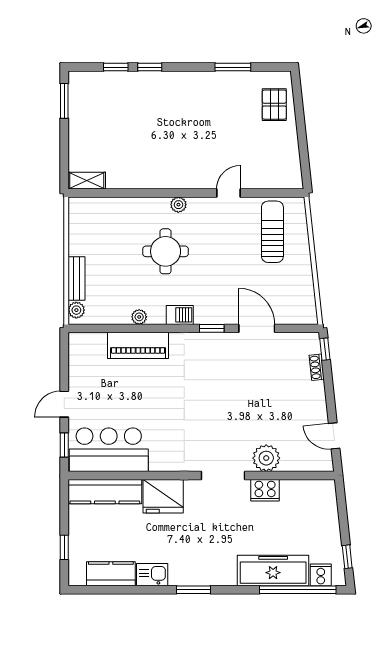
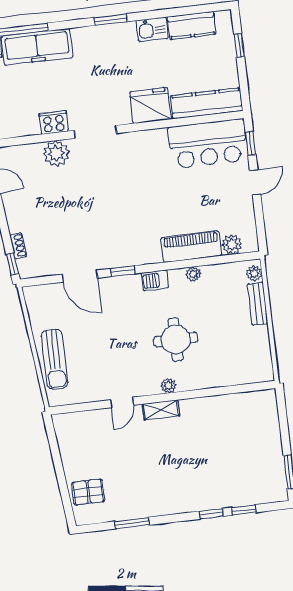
pallet: (274, 105) -> (88, 492), turned 90
shelving: (87, 181) -> (161, 410), moved
sun lounger: (272, 232) -> (55, 359), moved
plant: (96, 343) -> (232, 244), added

